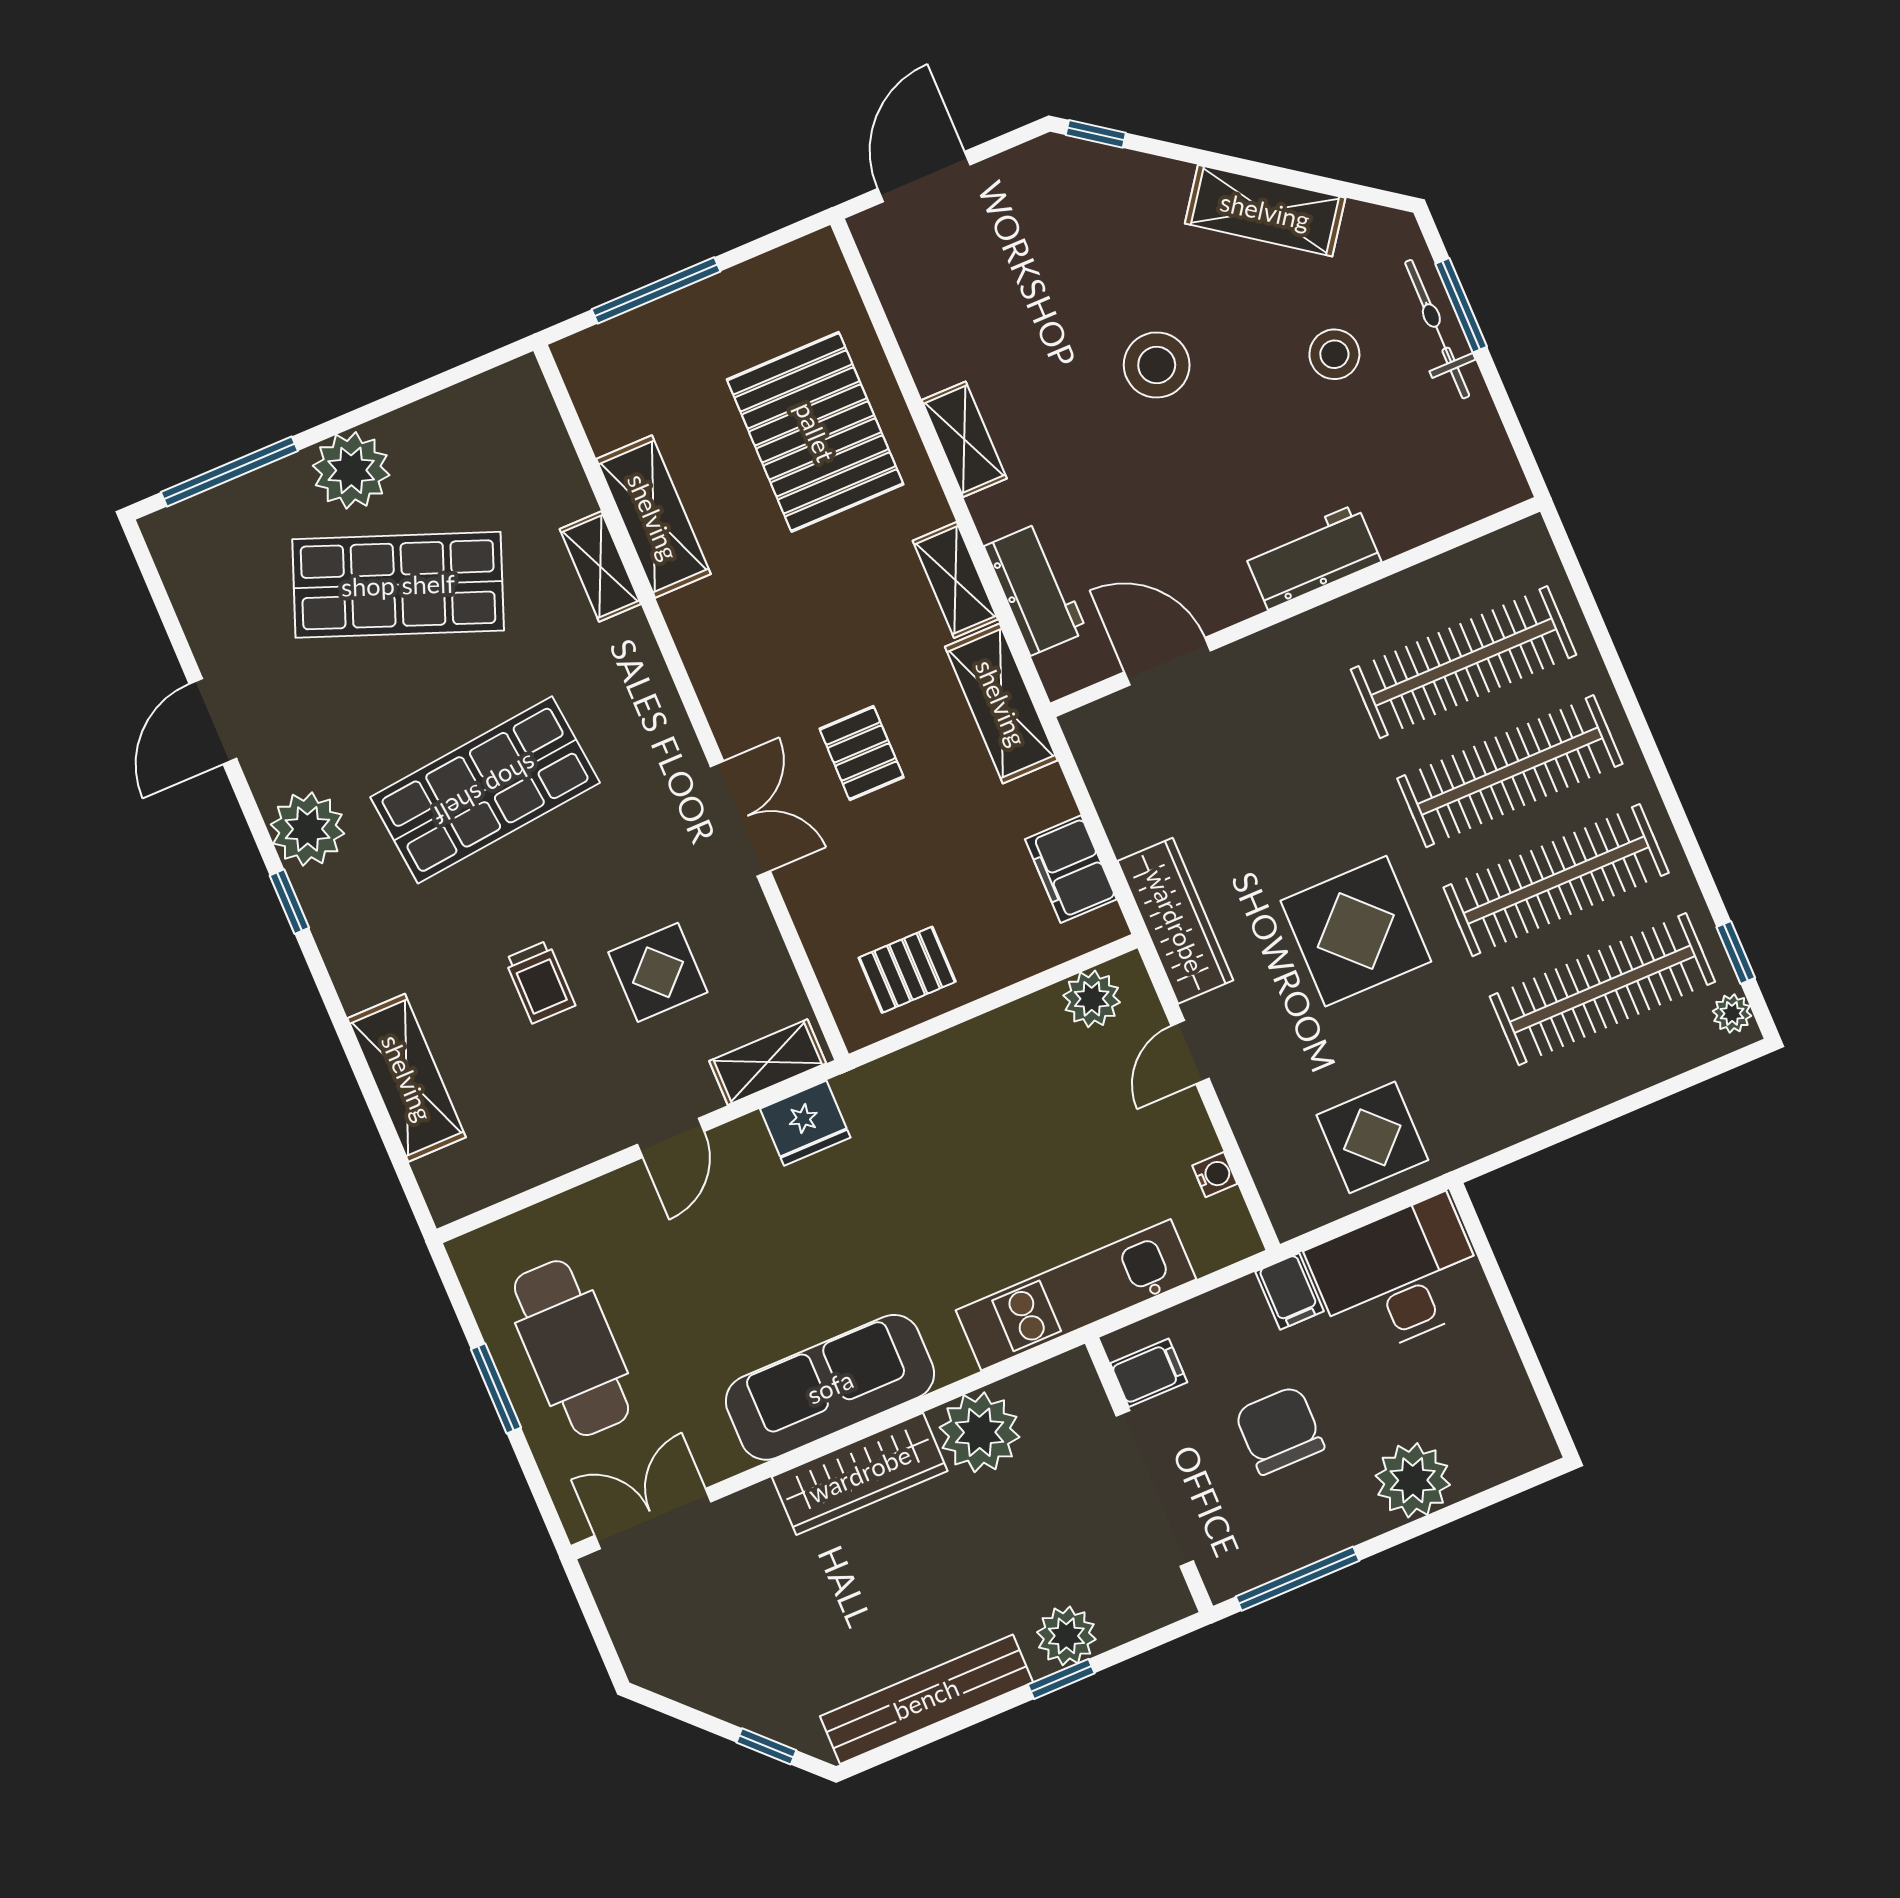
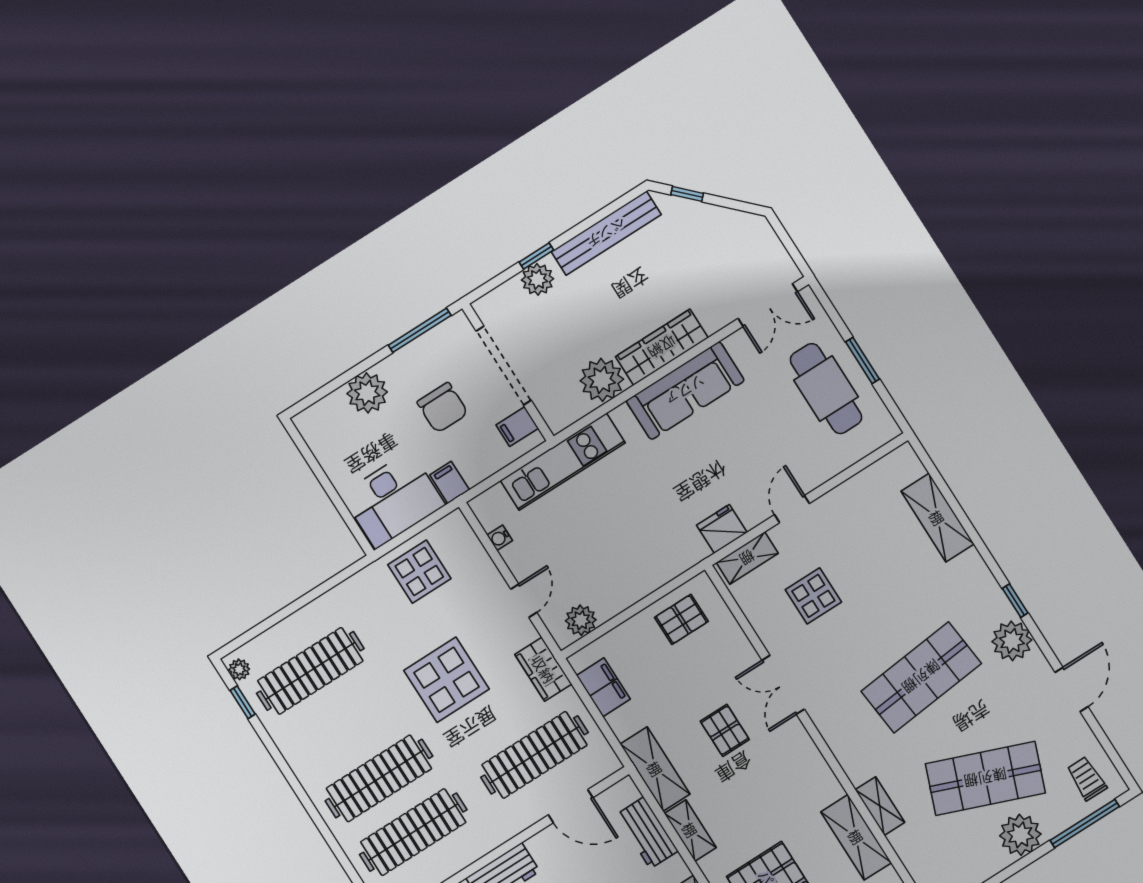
clothes rail: (1556, 880) -> (534, 755), moved
wardrobe: (1175, 921) -> (543, 669), width x0.67
trolley: (540, 982) -> (1087, 778), moved

